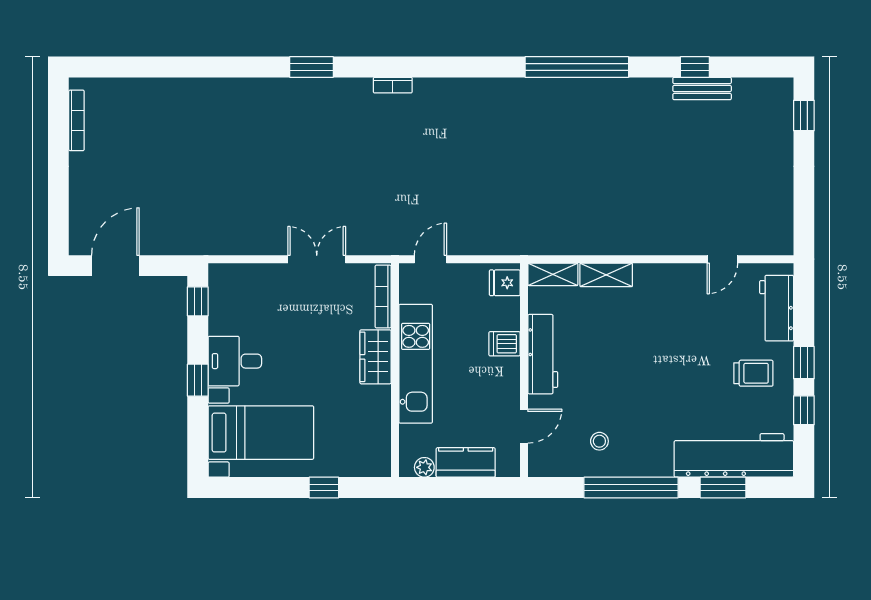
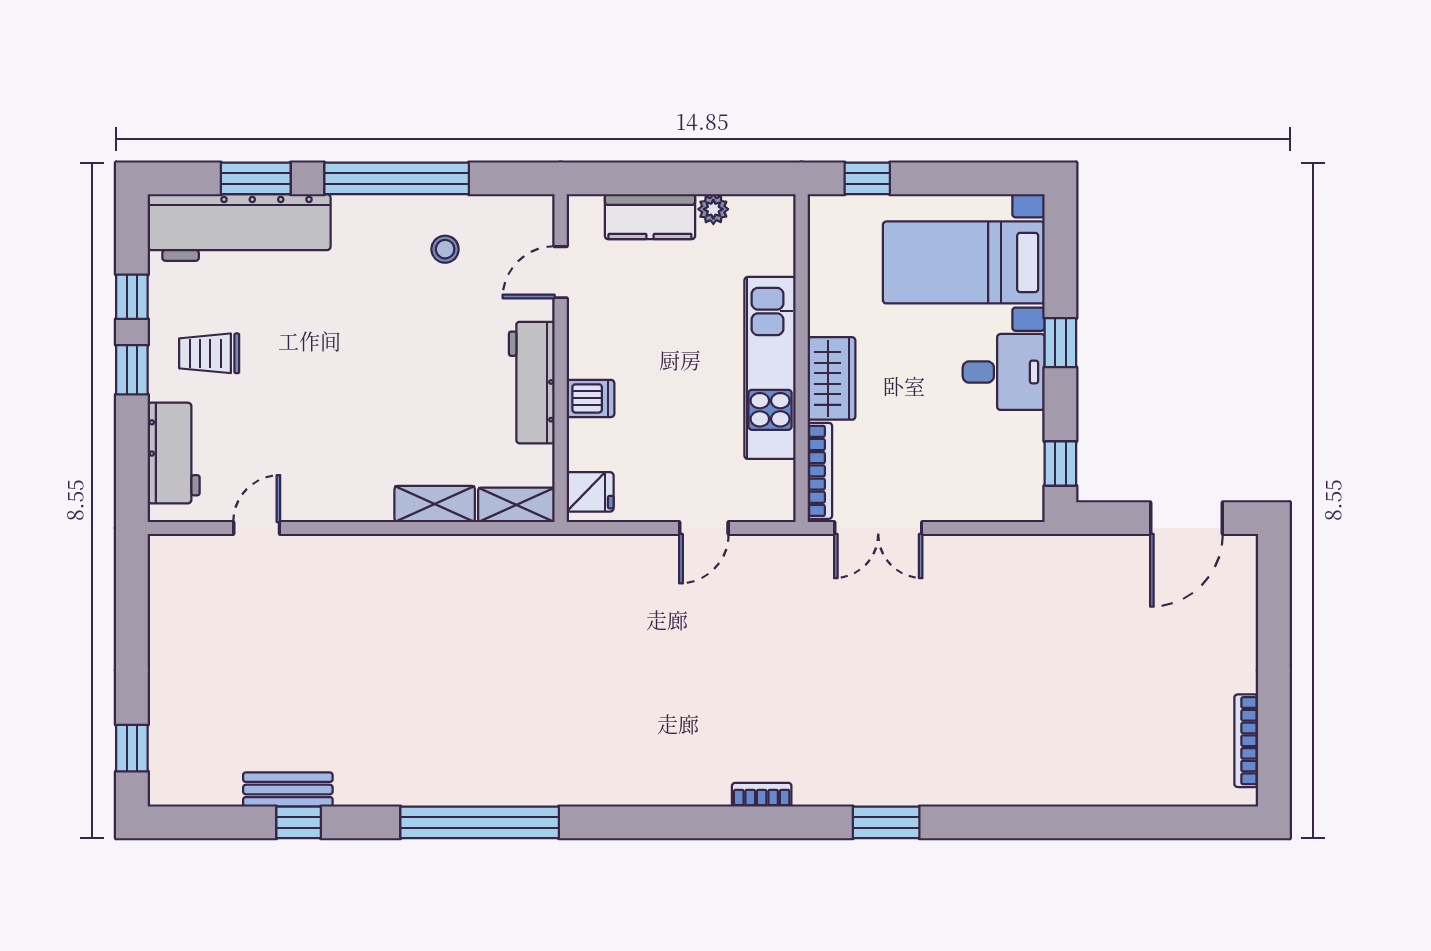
bookcase: (383, 296) -> (820, 471), moved
wardrobe: (376, 357) -> (831, 378), moved
kitchen unit: (416, 364) -> (770, 368), moved
wall: (395, 370) -> (802, 358), moved

